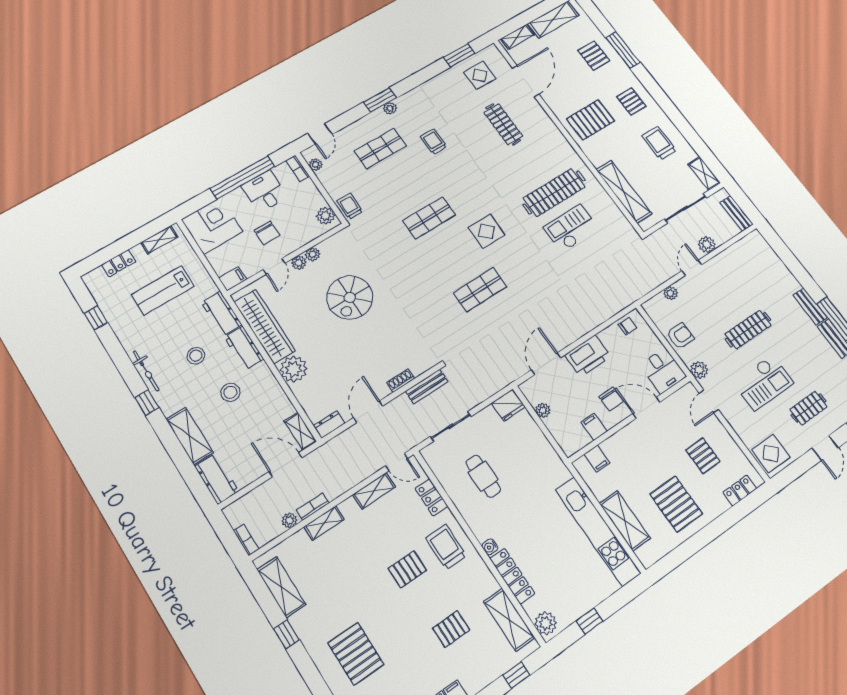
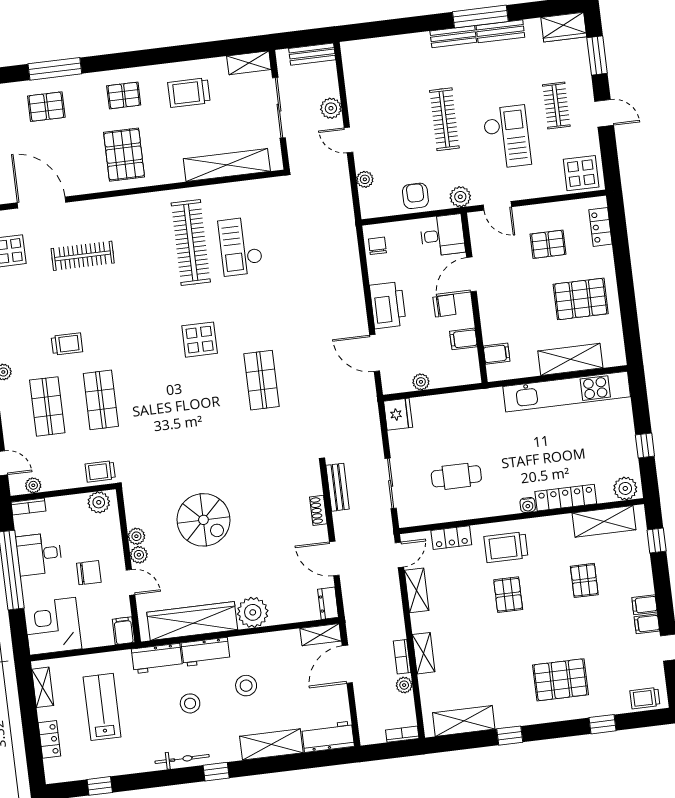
trolley: (434, 142) -> (67, 344), turned 180
shop shelf: (429, 218) -> (101, 400), moved
lab bench: (163, 290) -> (102, 707), turned 180

